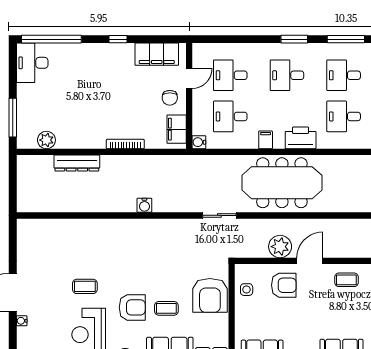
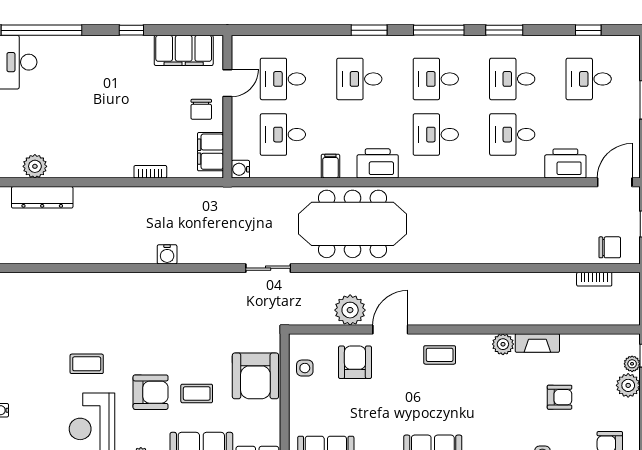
bookcase: (125, 144) -> (150, 172), width x0.64
dresser: (77, 163) -> (42, 197), moved
armchair: (284, 285) -> (355, 362), turned -90

